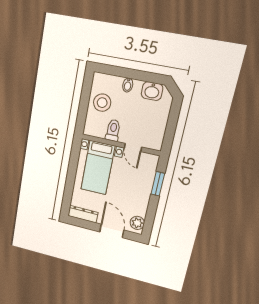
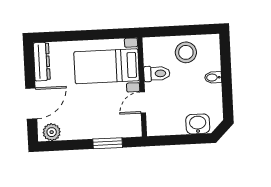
washbasin: (152, 91) -> (198, 124), moved, turned 90

